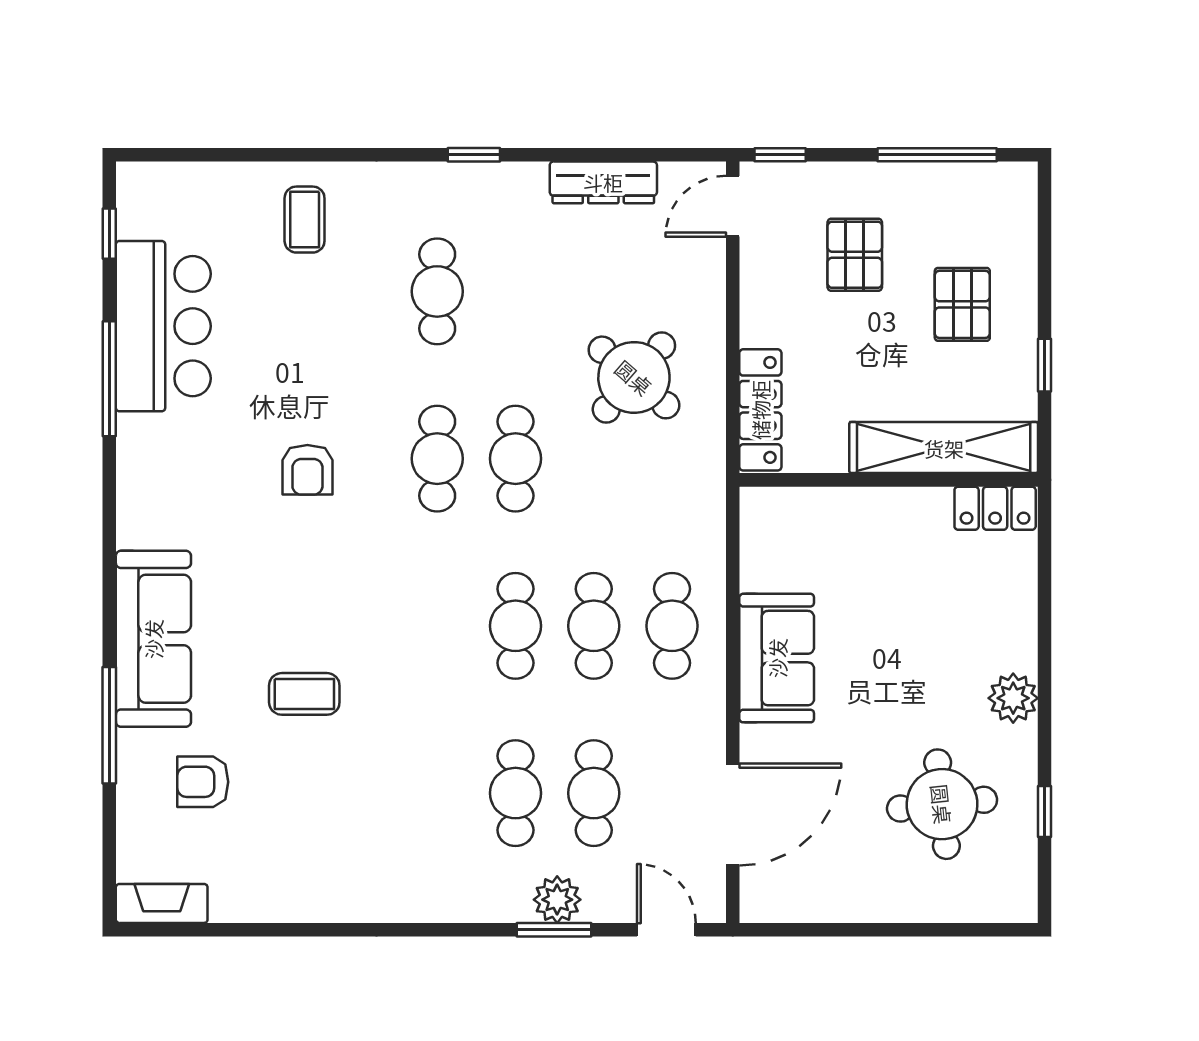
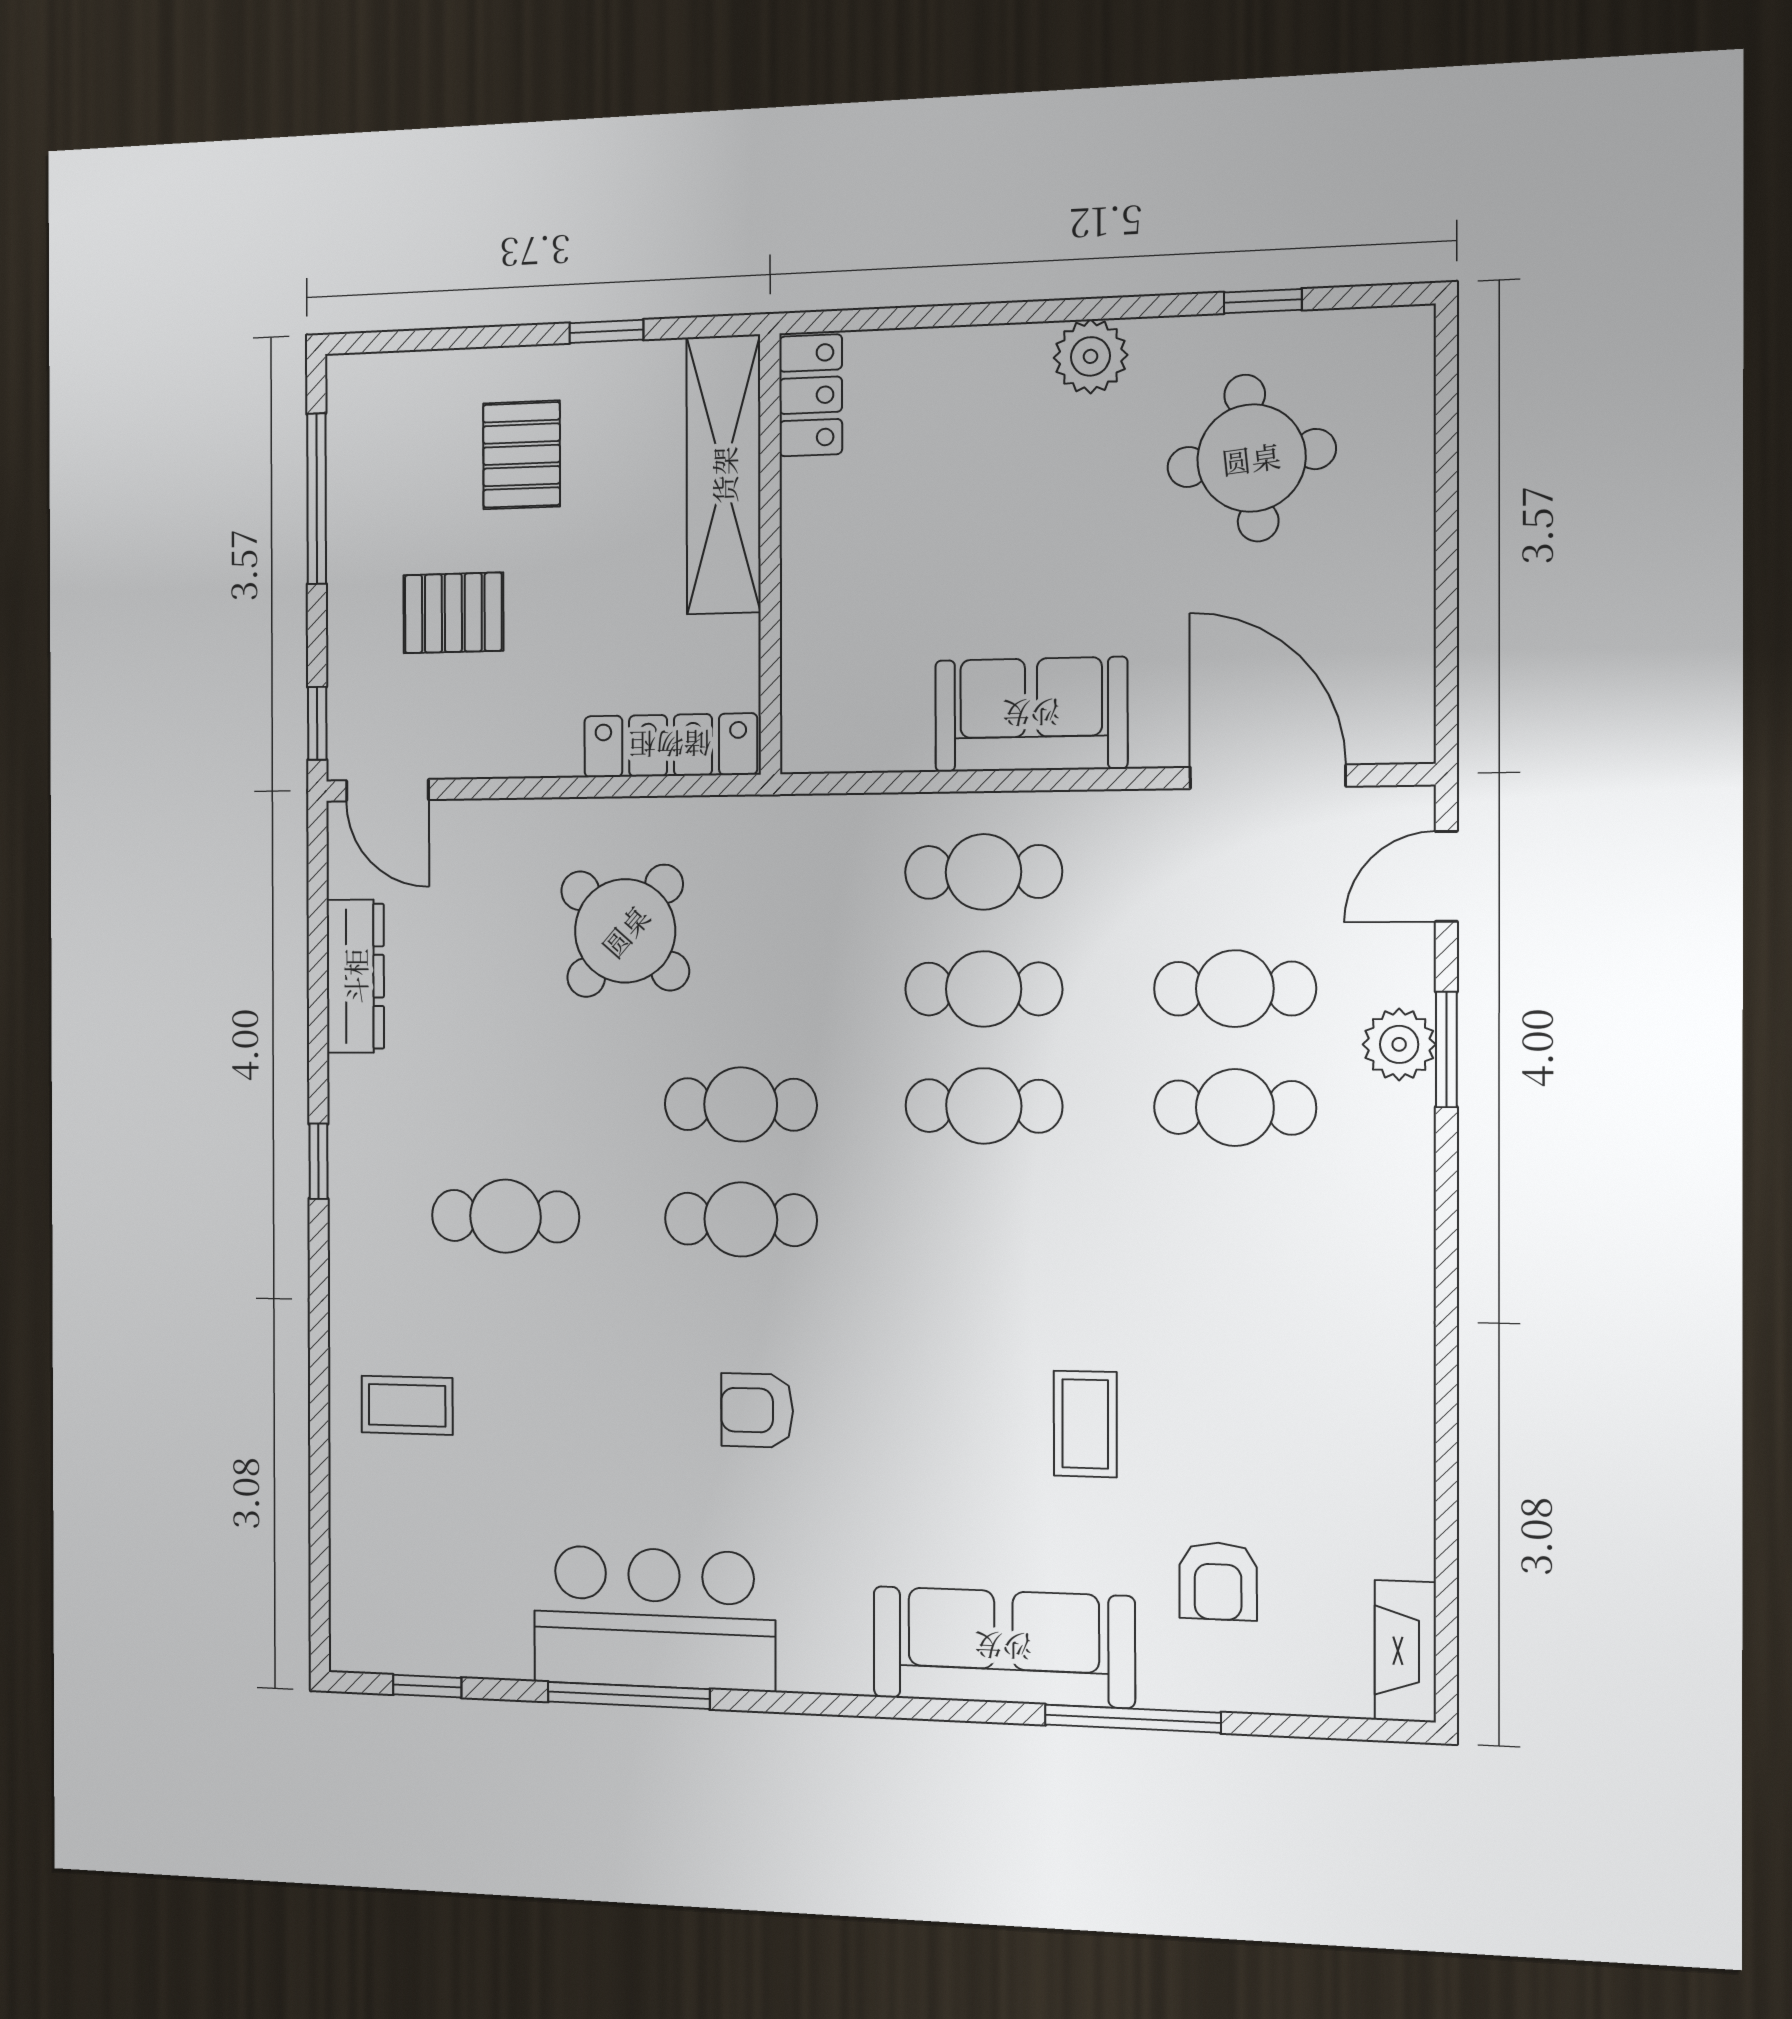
pallet: (962, 304) -> (522, 455), turned 90
bar counter: (163, 326) -> (654, 1618), moved
armchair: (307, 470) -> (757, 1410), turned 180

